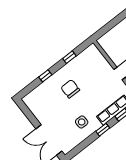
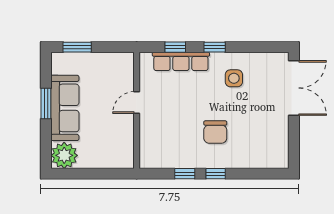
window: (45, 76) -> (216, 174), moved

